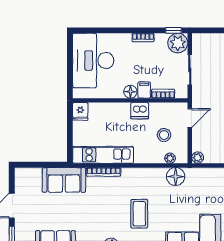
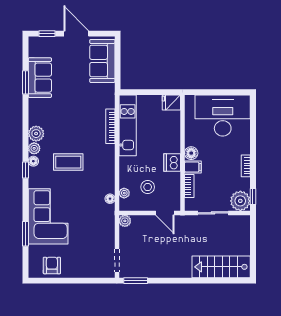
floor lamp: (176, 177) -> (110, 199), width x0.53, depth x0.53
sofa: (64, 180) -> (102, 61), moved

